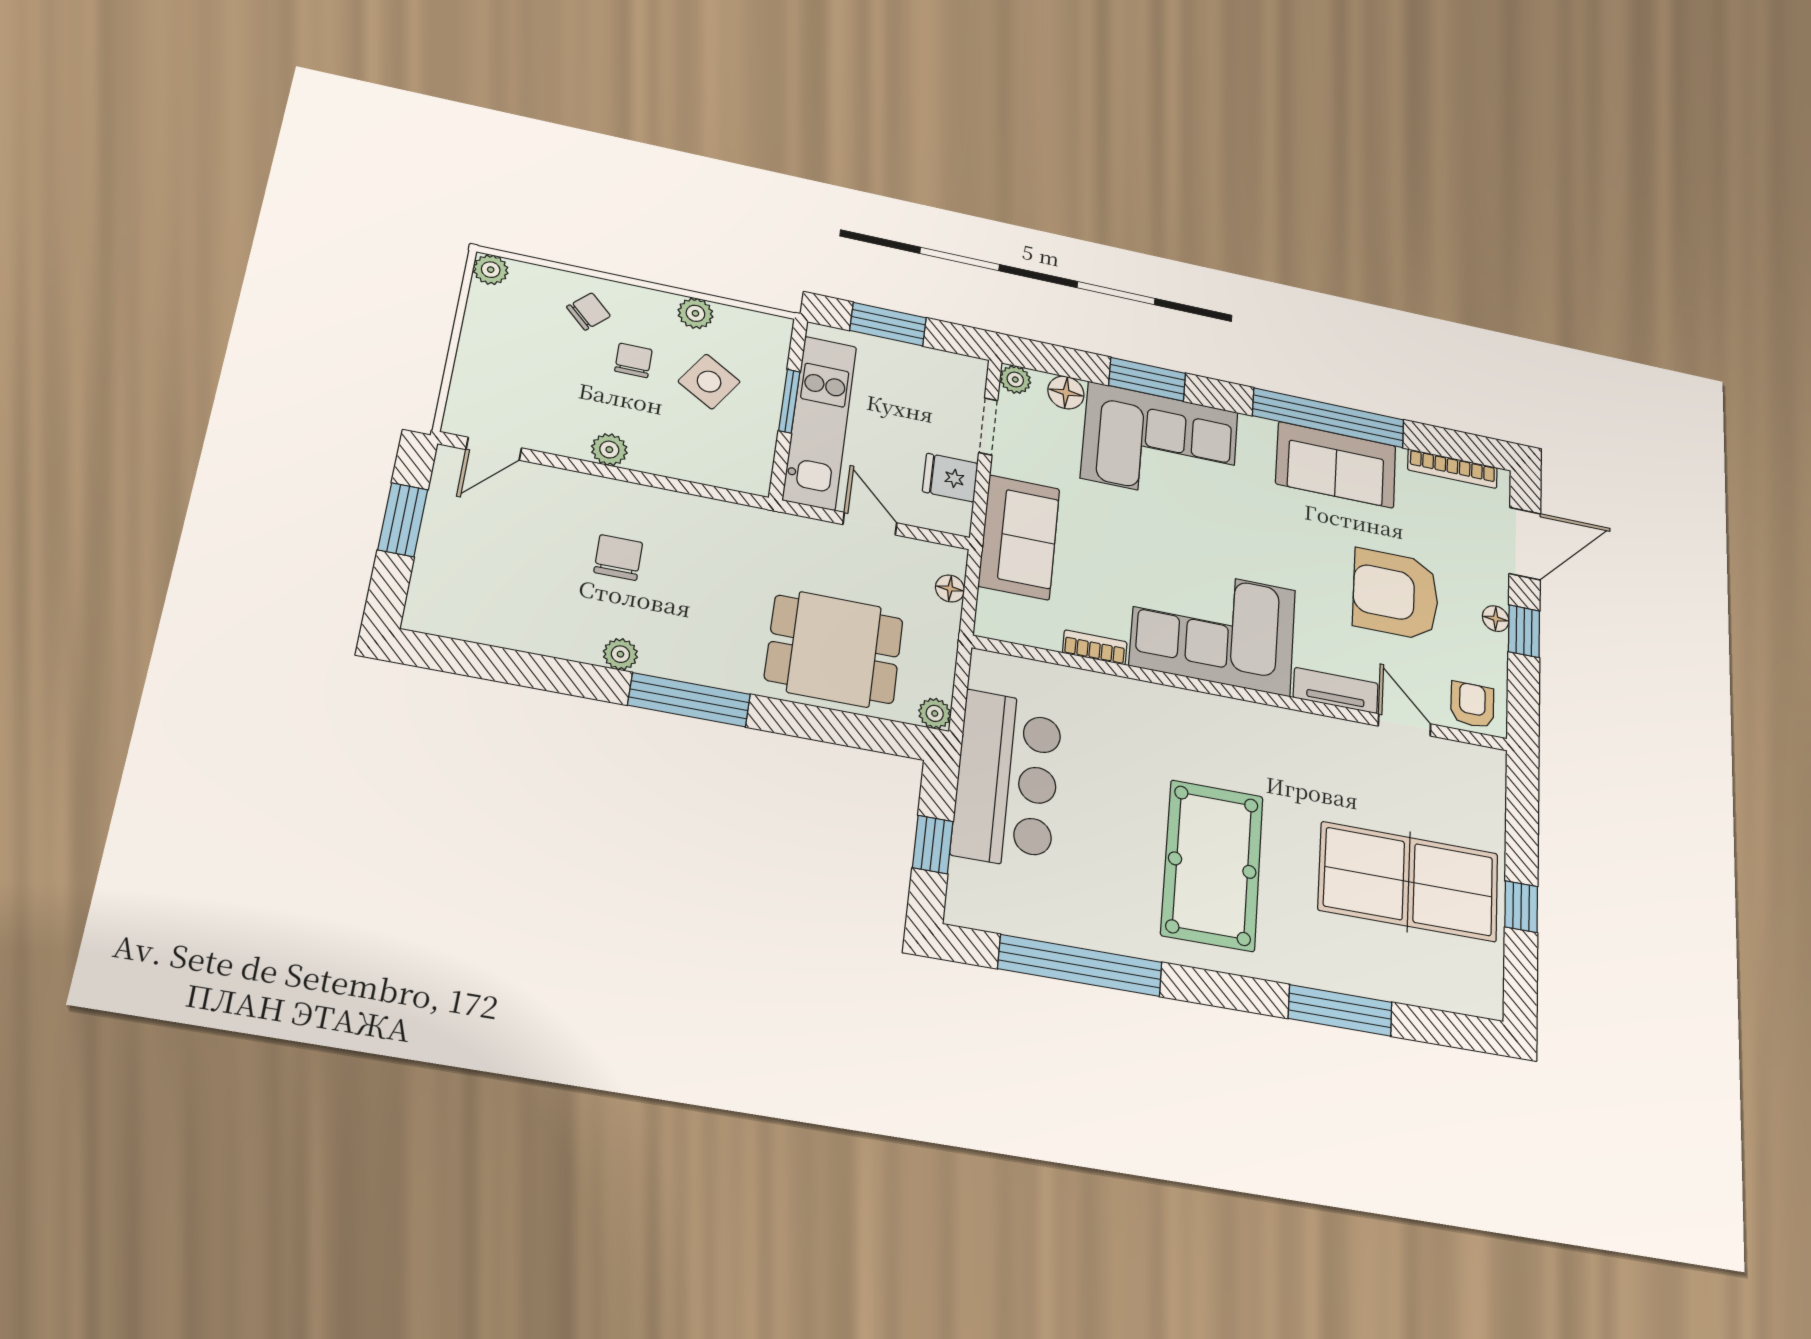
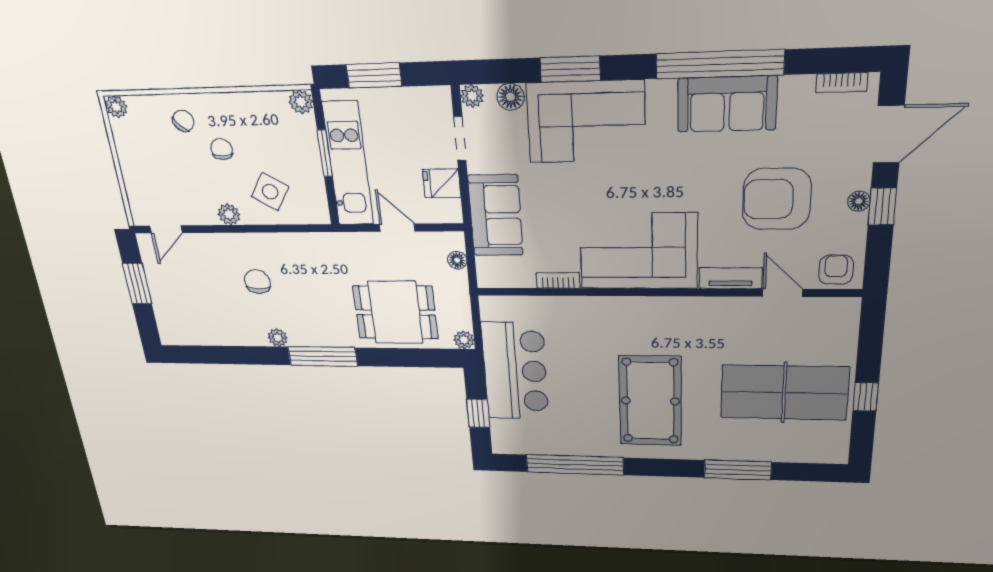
plant: (695, 313) -> (301, 102), moved
side table: (709, 382) -> (270, 192), moved
bookcase: (1452, 469) -> (842, 83), width x0.64

